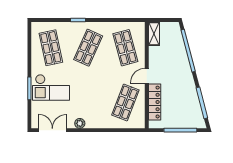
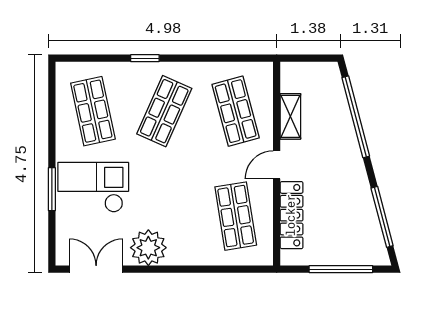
shelving: (154, 34) -> (290, 116), moved
checkout: (51, 87) -> (93, 187), turned 180
shop shelf: (125, 102) -> (236, 216), turned -30
plant: (80, 123) -> (148, 248), width x1.87, depth x1.87

